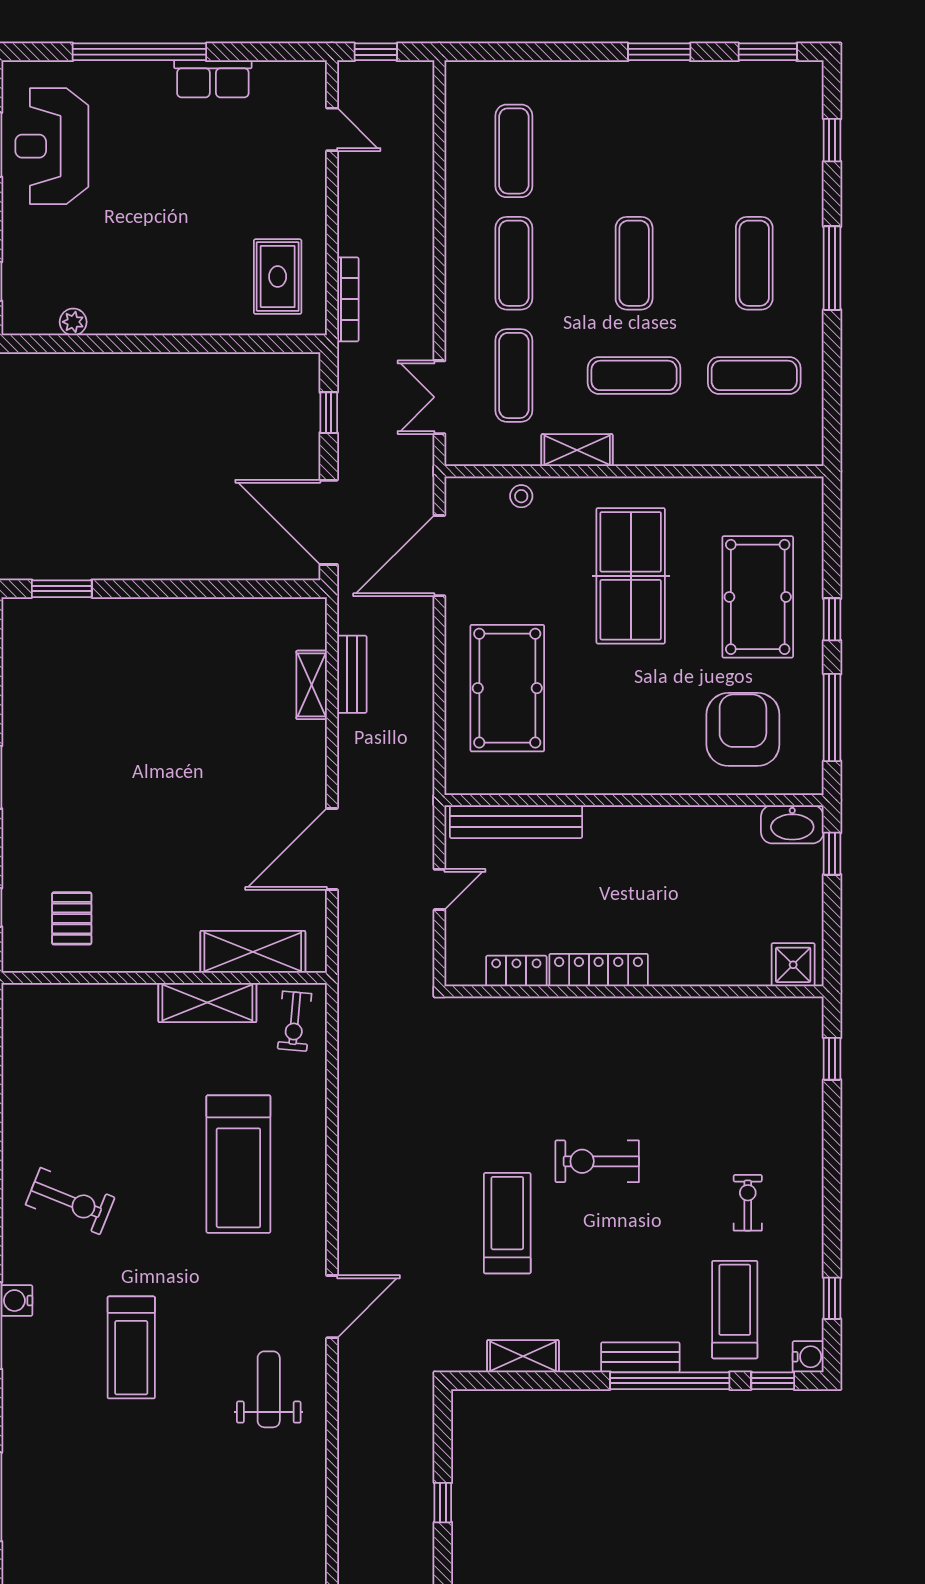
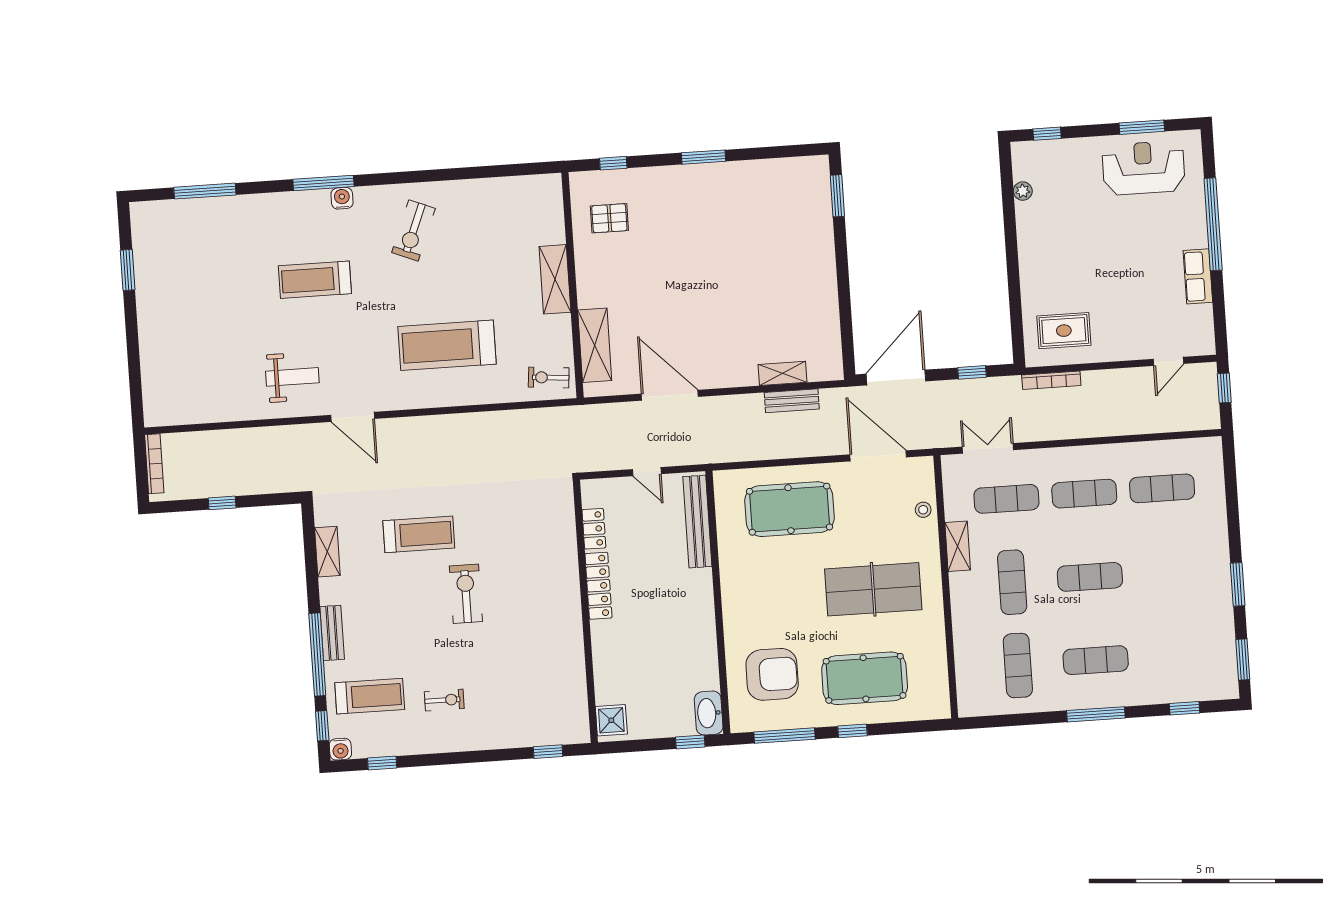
shelving: (207, 1003) -> (555, 279), moved

